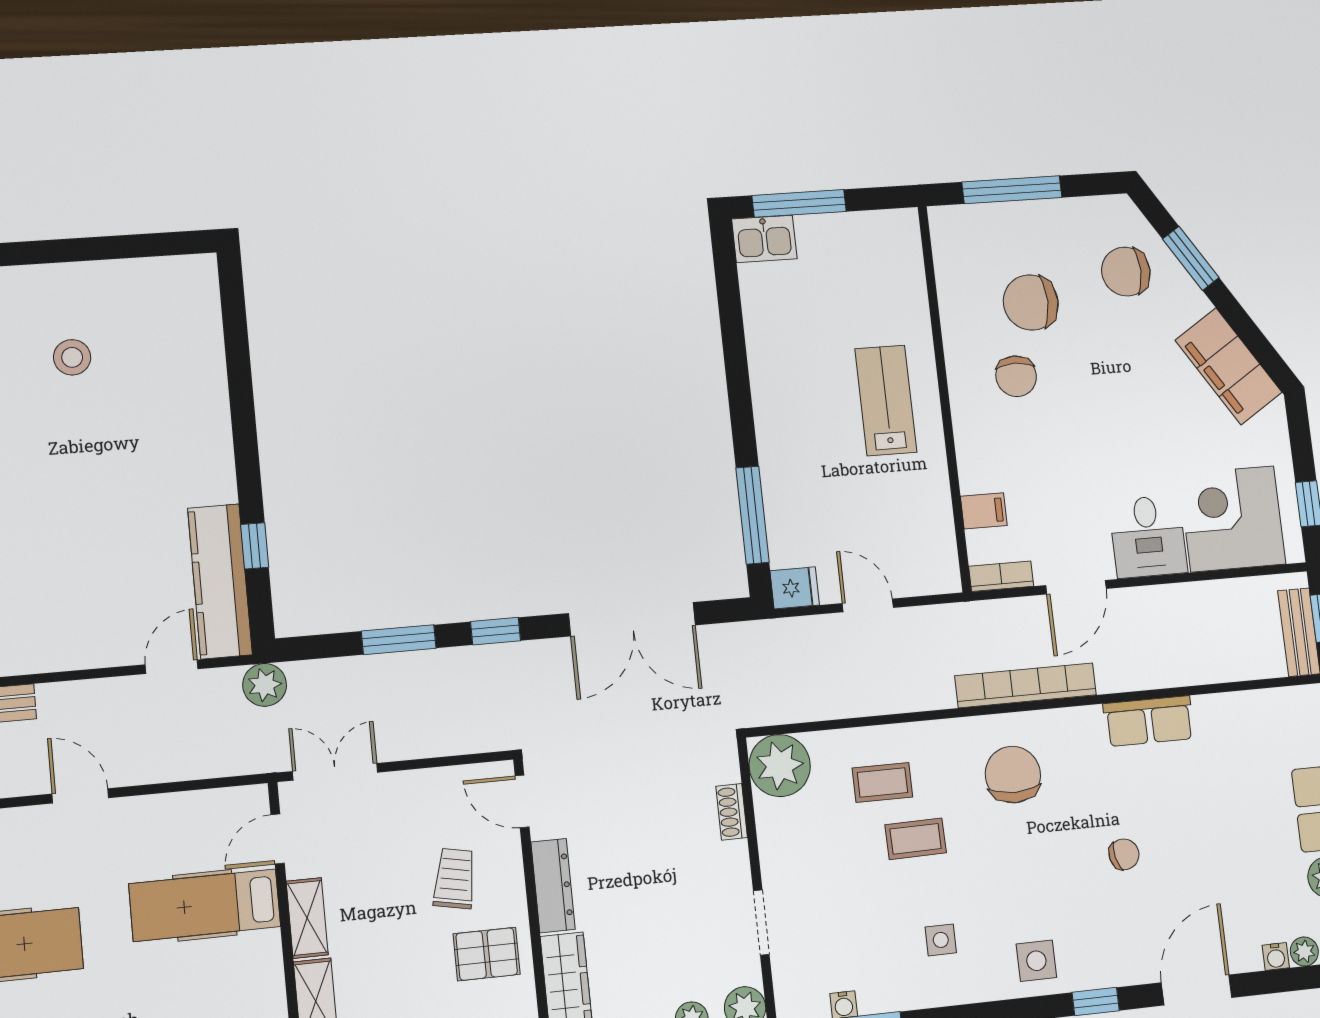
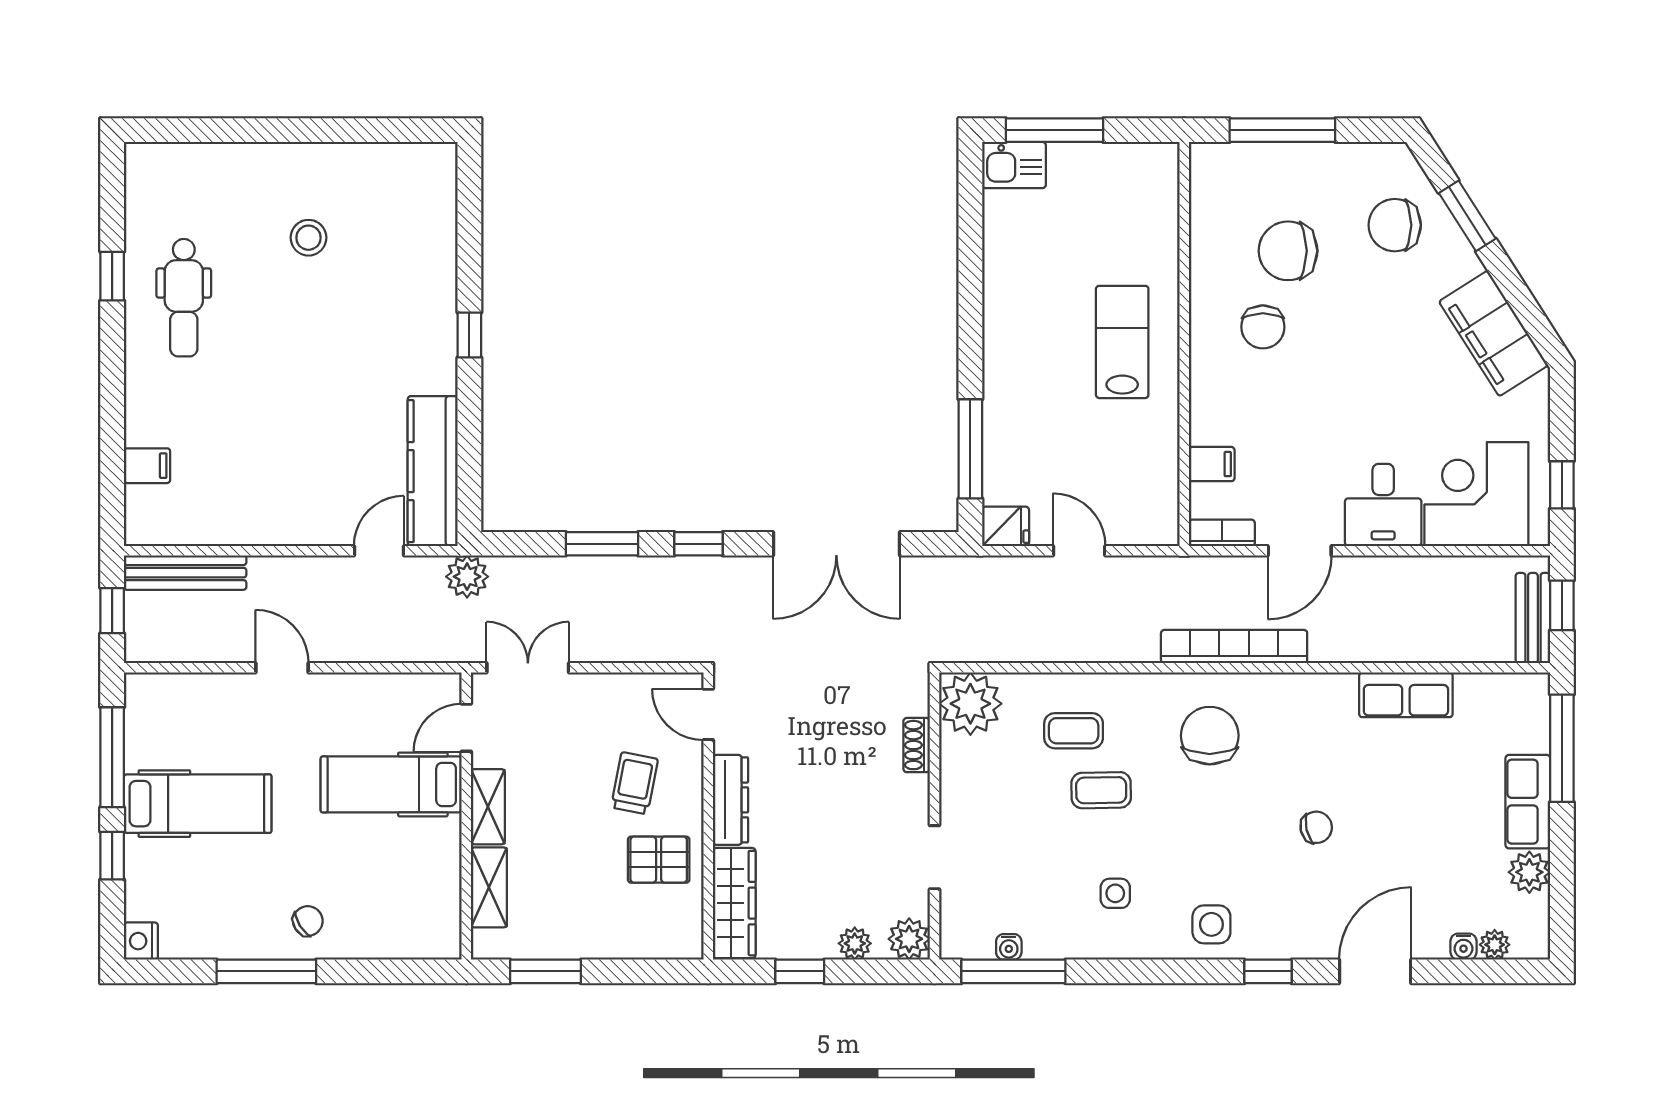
window: (255, 546) -> (469, 335), moved
row of seats: (1149, 721) -> (1406, 695), moved

